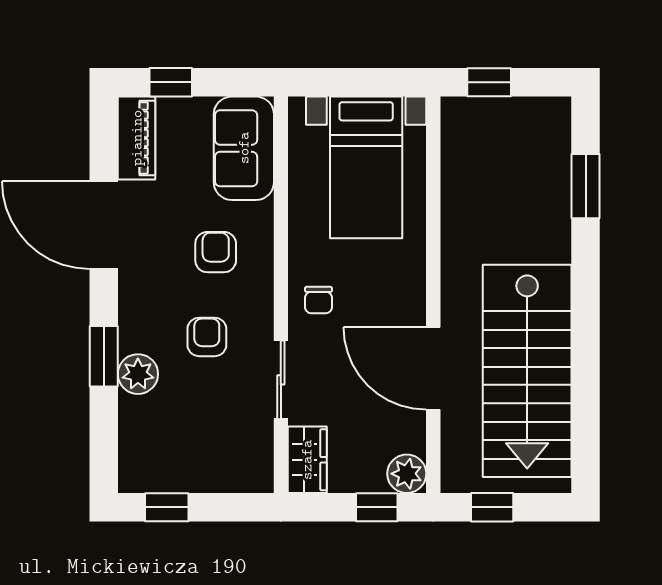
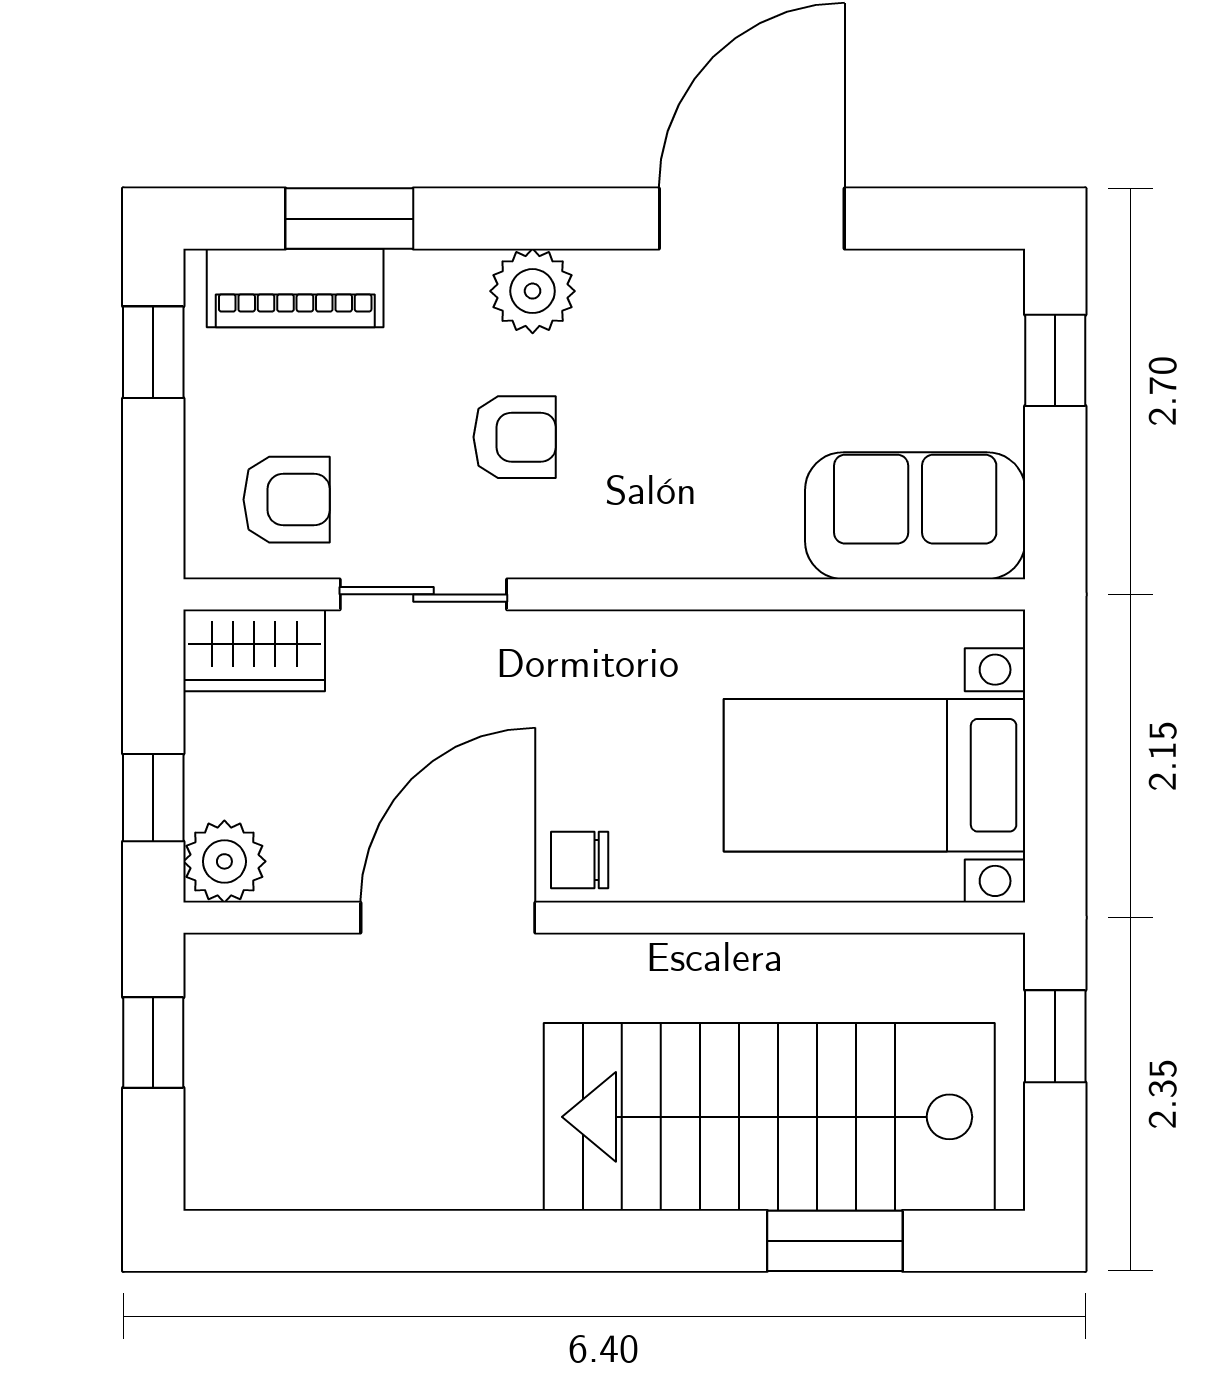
piano: (137, 138) -> (295, 288), moved
armchair: (216, 252) -> (287, 500), moved
chair: (318, 300) -> (580, 860), moved
window: (104, 356) -> (349, 219), moved
stairs: (527, 371) -> (769, 1117), moved
plant: (138, 374) -> (533, 291), moved

